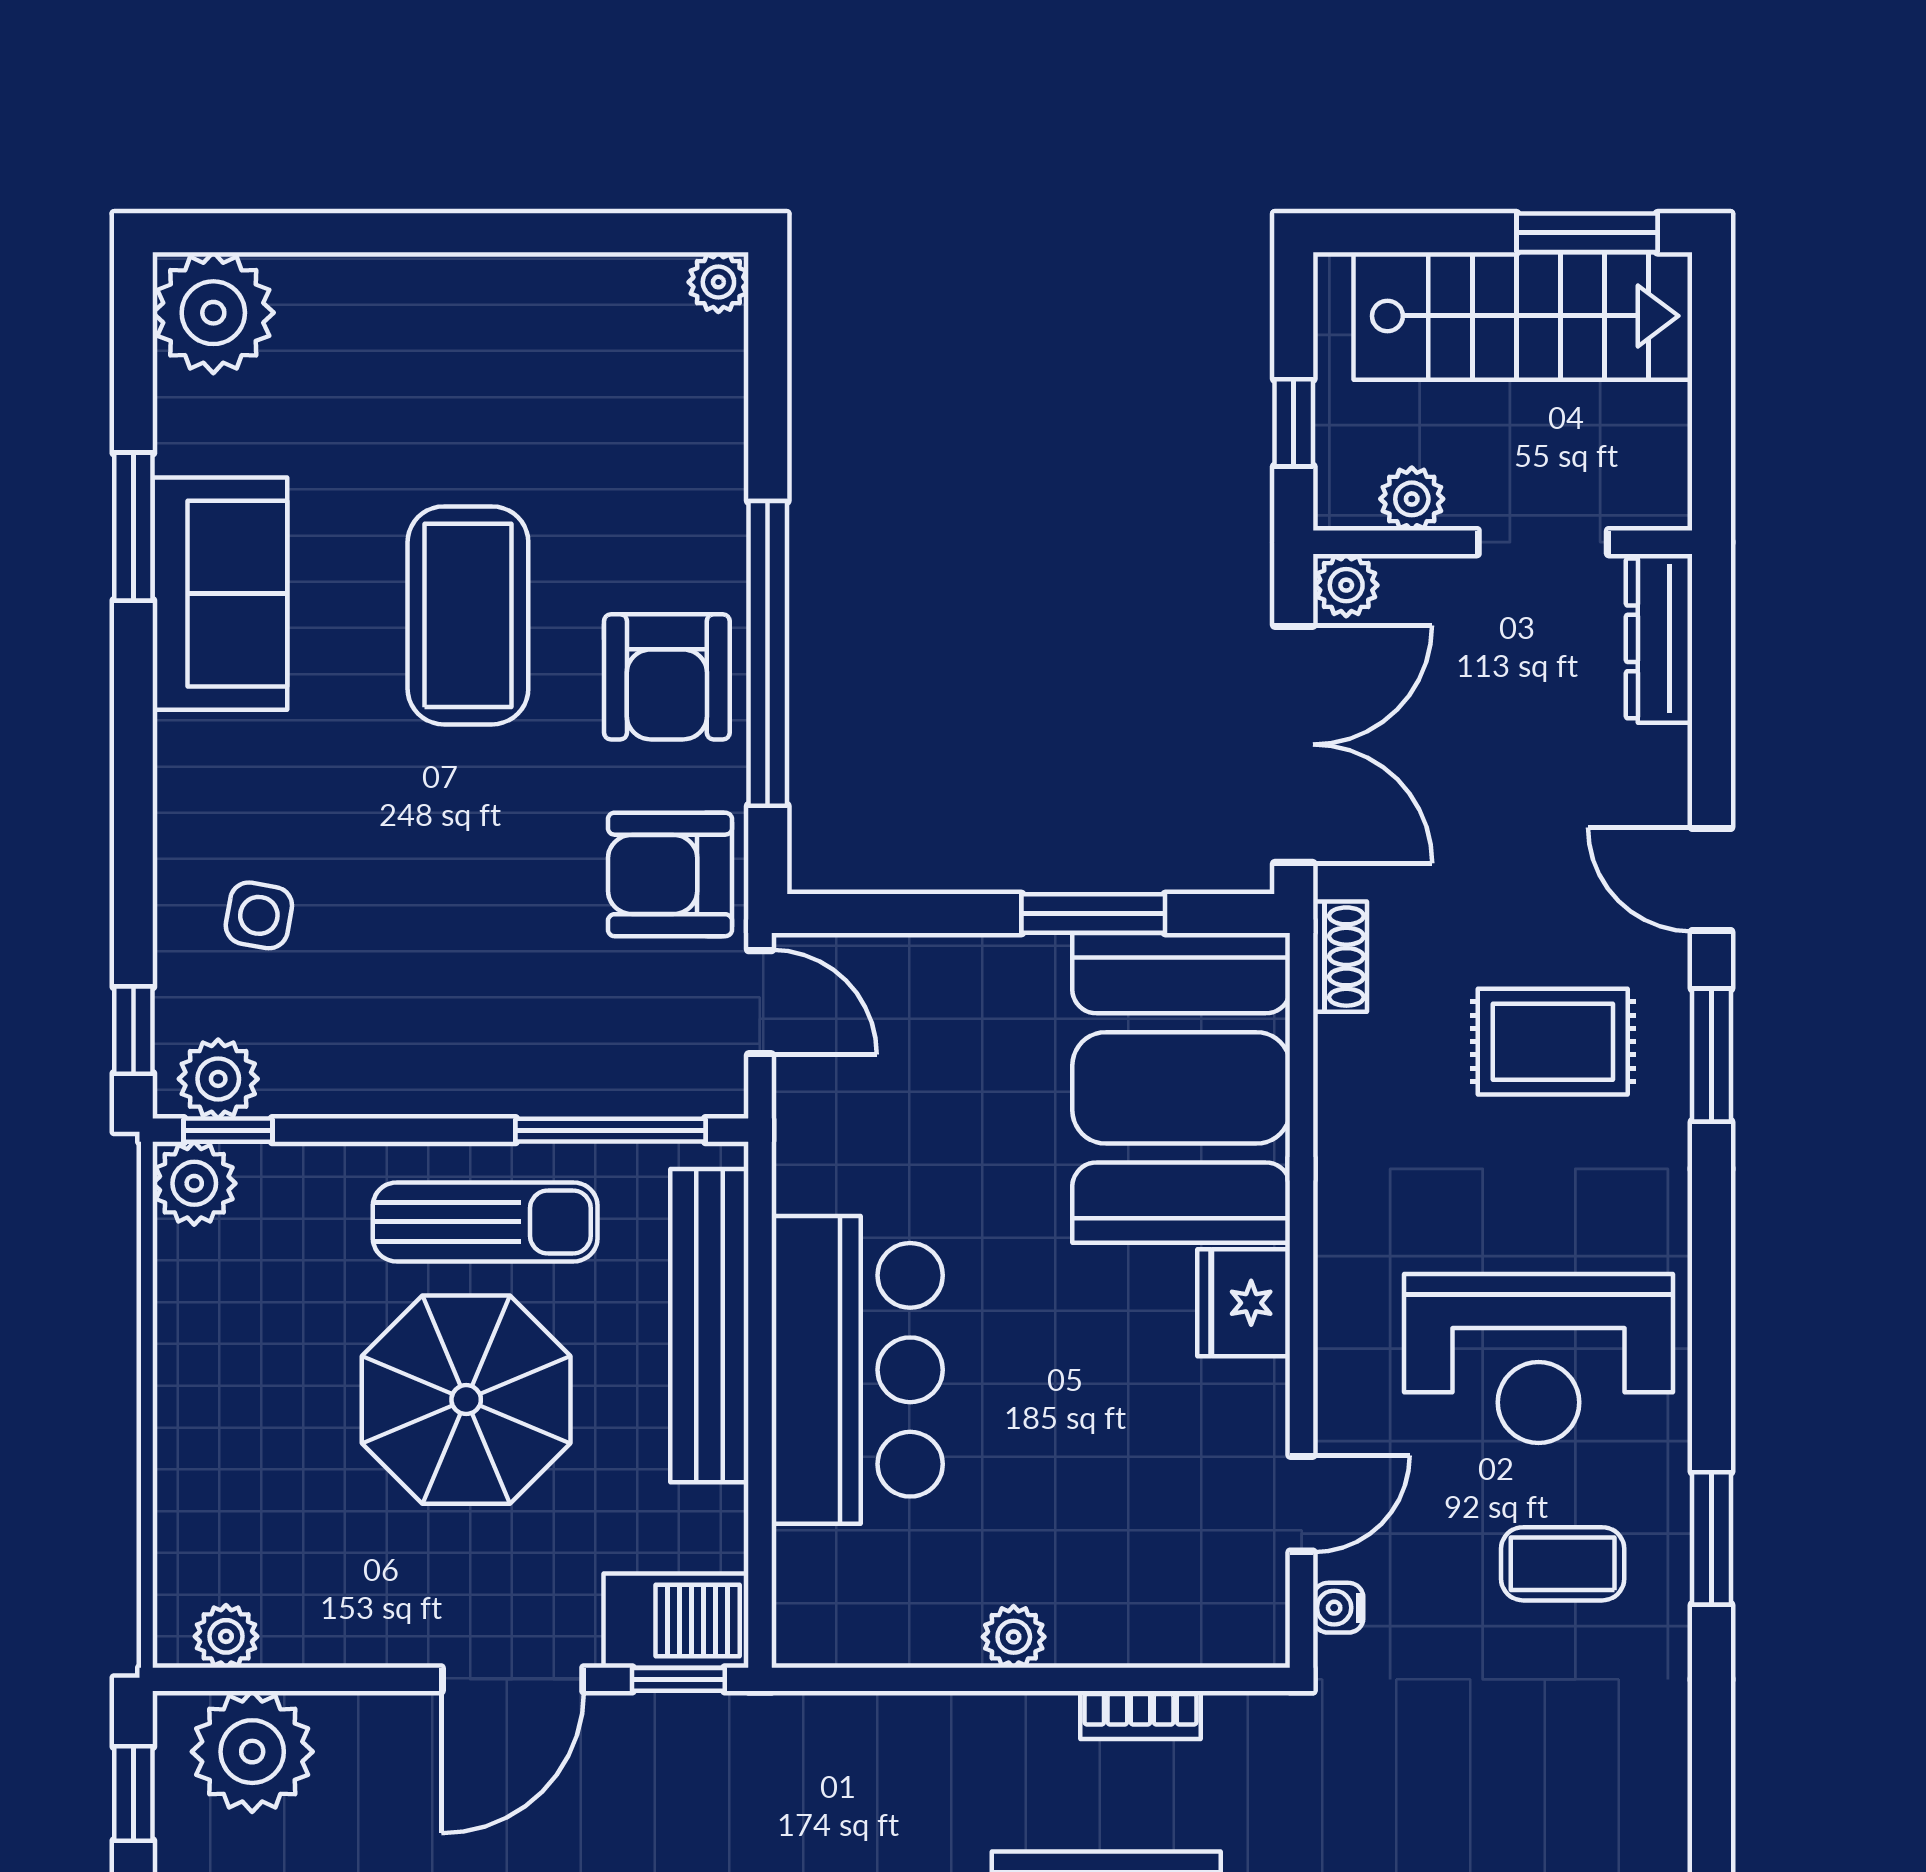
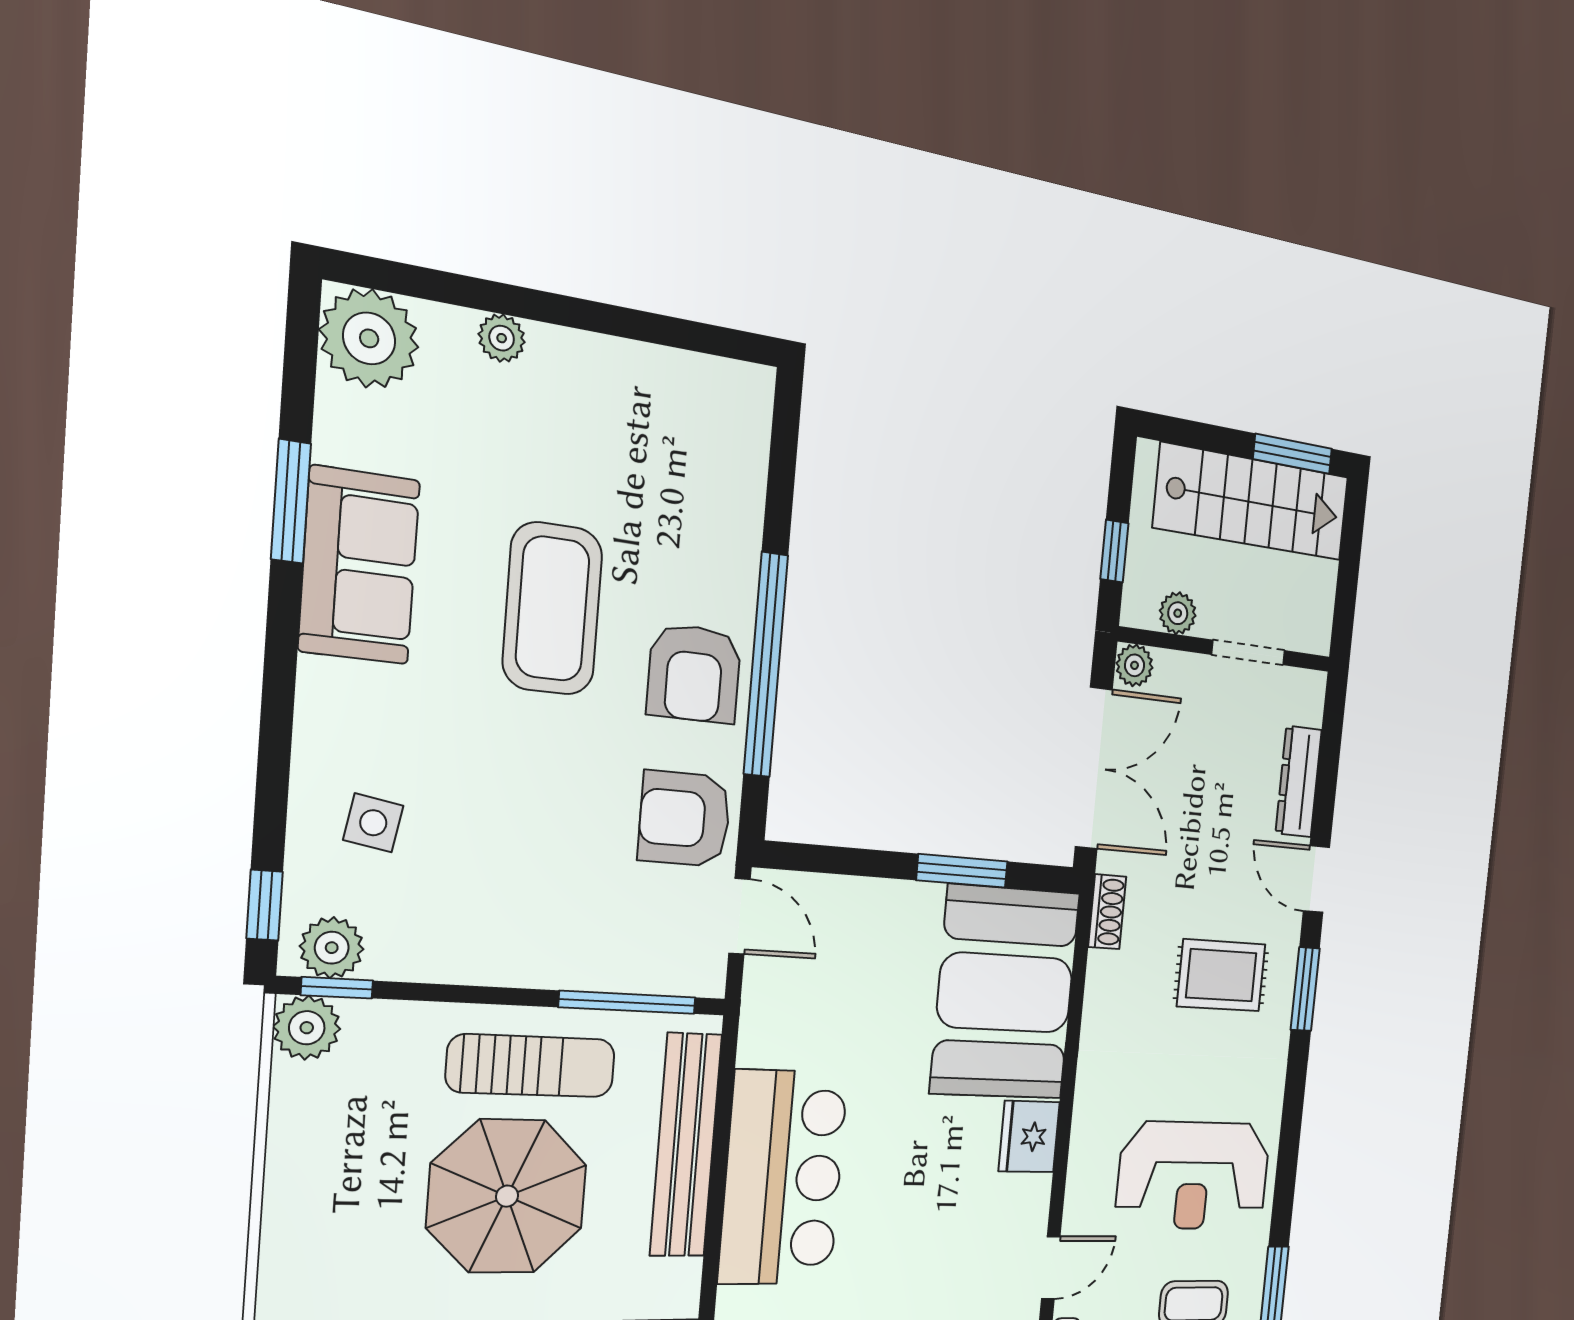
plant: (718, 282) -> (502, 338), moved
dresser: (1659, 638) -> (1299, 782), moved

